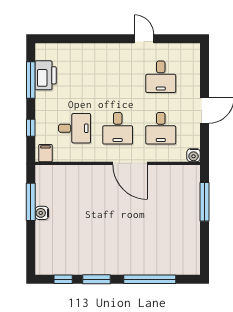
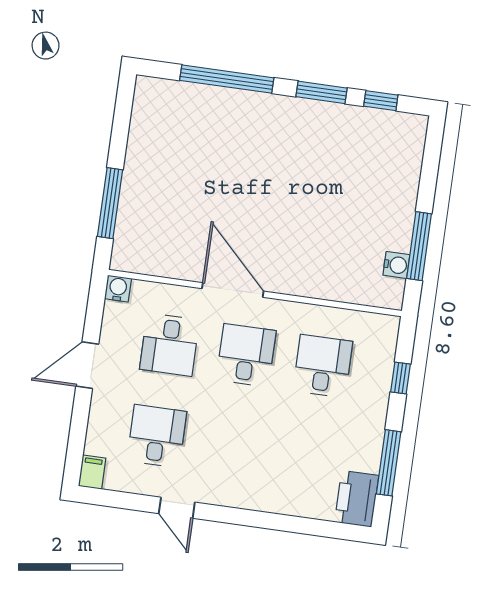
printer: (46, 75) -> (357, 499), moved
desk: (75, 128) -> (323, 366), turned 90
desk: (161, 128) -> (170, 345), turned 180
filing cabinet: (45, 153) -> (92, 472), moved, turned 180
water cooler: (42, 213) -> (396, 265), moved

